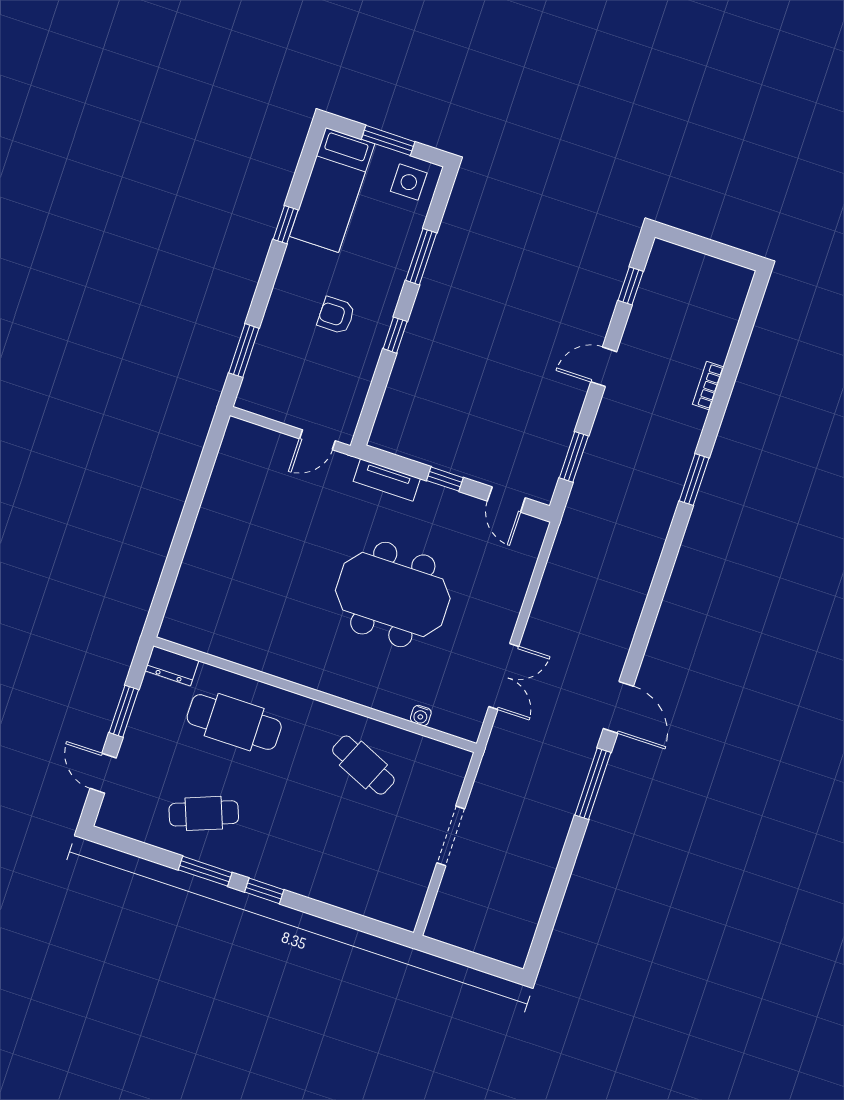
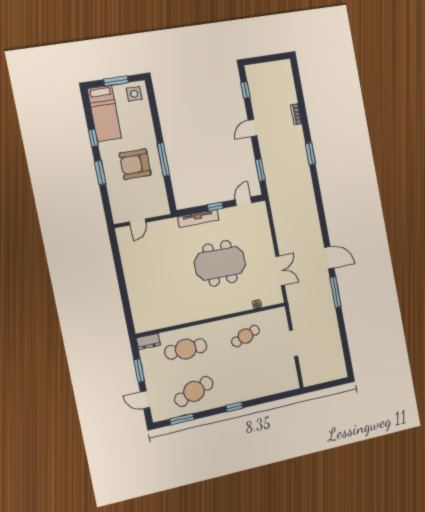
window: (421, 257) -> (156, 122), removed
armchair: (336, 315) -> (135, 164), width x1.88, depth x1.88
window: (395, 335) -> (163, 159), width x2.17
window: (244, 351) -> (100, 173), moved
door: (317, 440) -> (138, 222), moved
tv unit: (387, 480) -> (198, 218), width x1.41
door: (506, 499) -> (243, 201), swing flipped
cafe table: (363, 765) -> (246, 336), turned -45
cafe table: (204, 813) -> (194, 391), width x1.37, depth x1.35
window: (205, 871) -> (182, 419), moved

